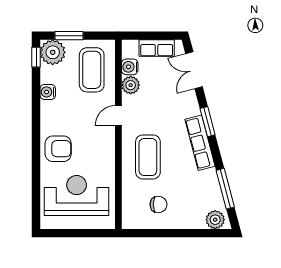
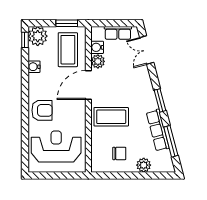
window: (69, 36) -> (67, 23), moved
door: (118, 116) -> (88, 85), width x1.87
window: (208, 122) -> (160, 100), moved
row of seats: (200, 143) -> (158, 130), moved
coffee table: (148, 157) -> (111, 117), turned 90
plant: (215, 220) -> (144, 165), moved

